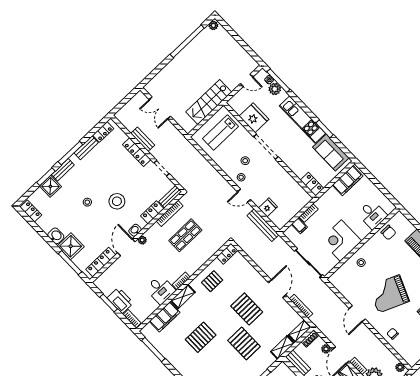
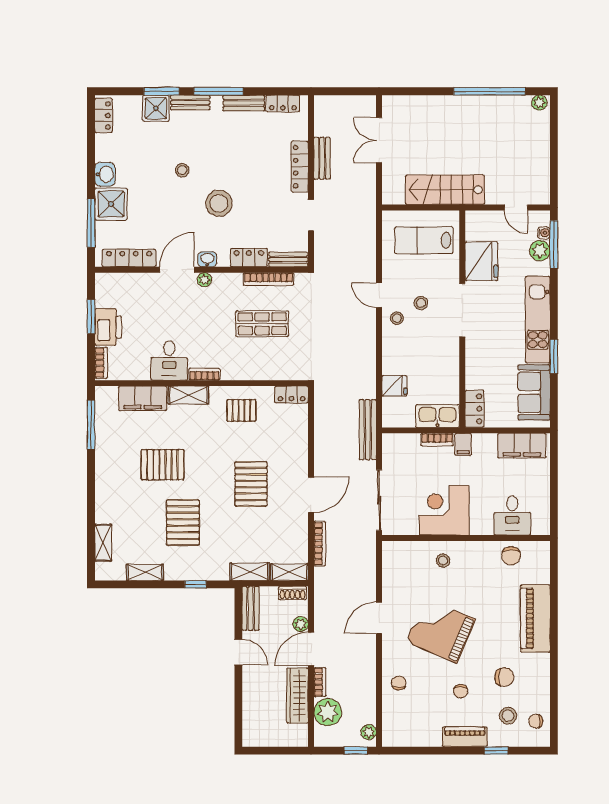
door: (244, 196) -> (379, 295), moved
kitchen sink: (299, 203) -> (438, 416), added
bench: (263, 225) -> (368, 430), moved
filing cabinet: (299, 226) -> (463, 444), moved
pallet: (244, 343) -> (183, 522), moved

